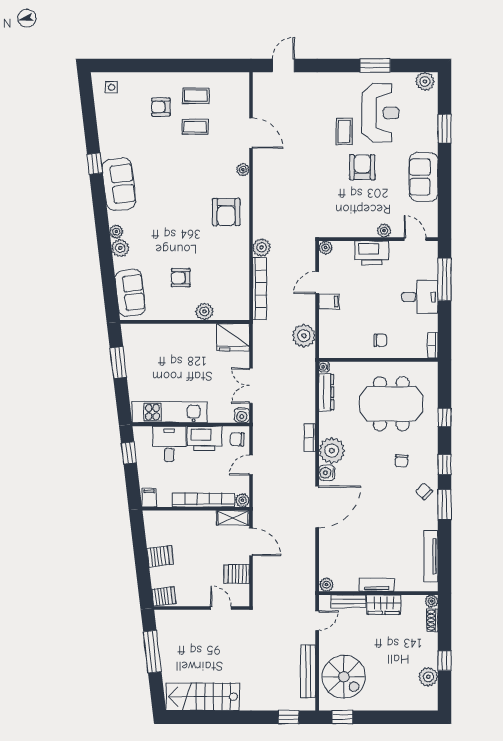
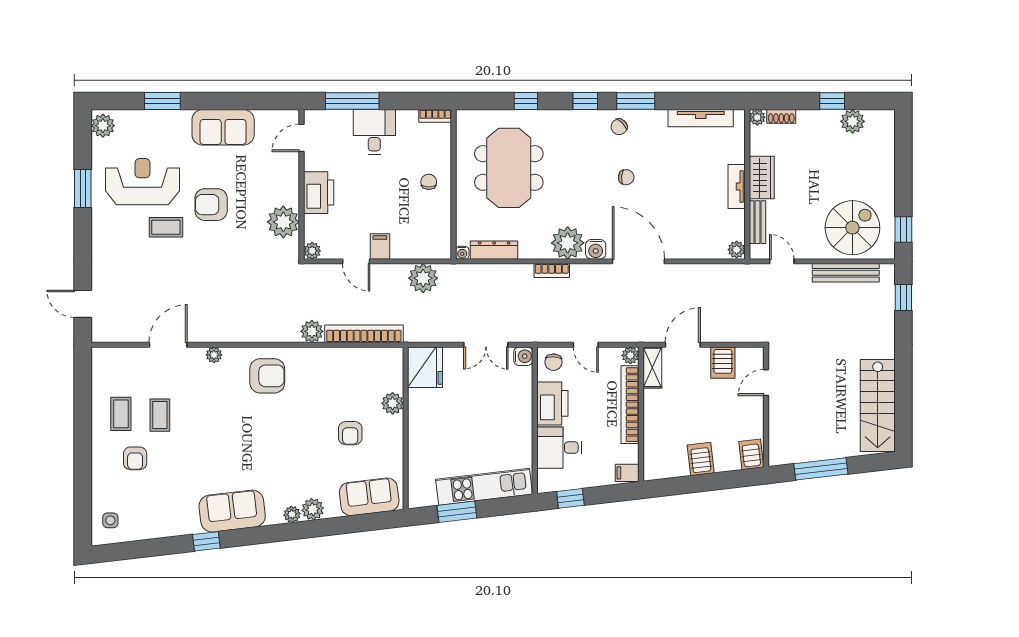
plant: (384, 231) -> (283, 222), moved, width x1.87, depth x1.87
kitchen unit: (170, 412) -> (484, 487), moved, turned 83
chair: (401, 461) -> (626, 177), moved

